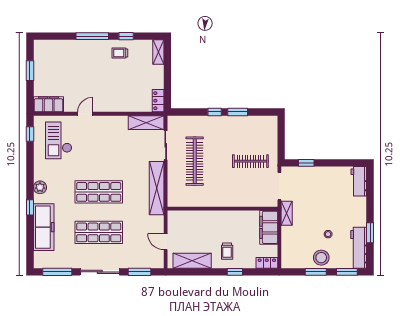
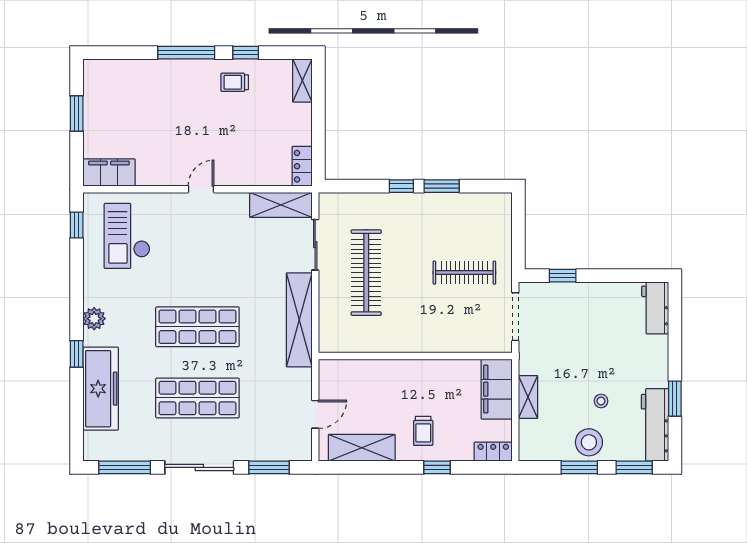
door: (85, 114) -> (201, 189), moved
shelving: (287, 213) -> (528, 397), moved
door: (166, 242) -> (315, 414), swing flipped

